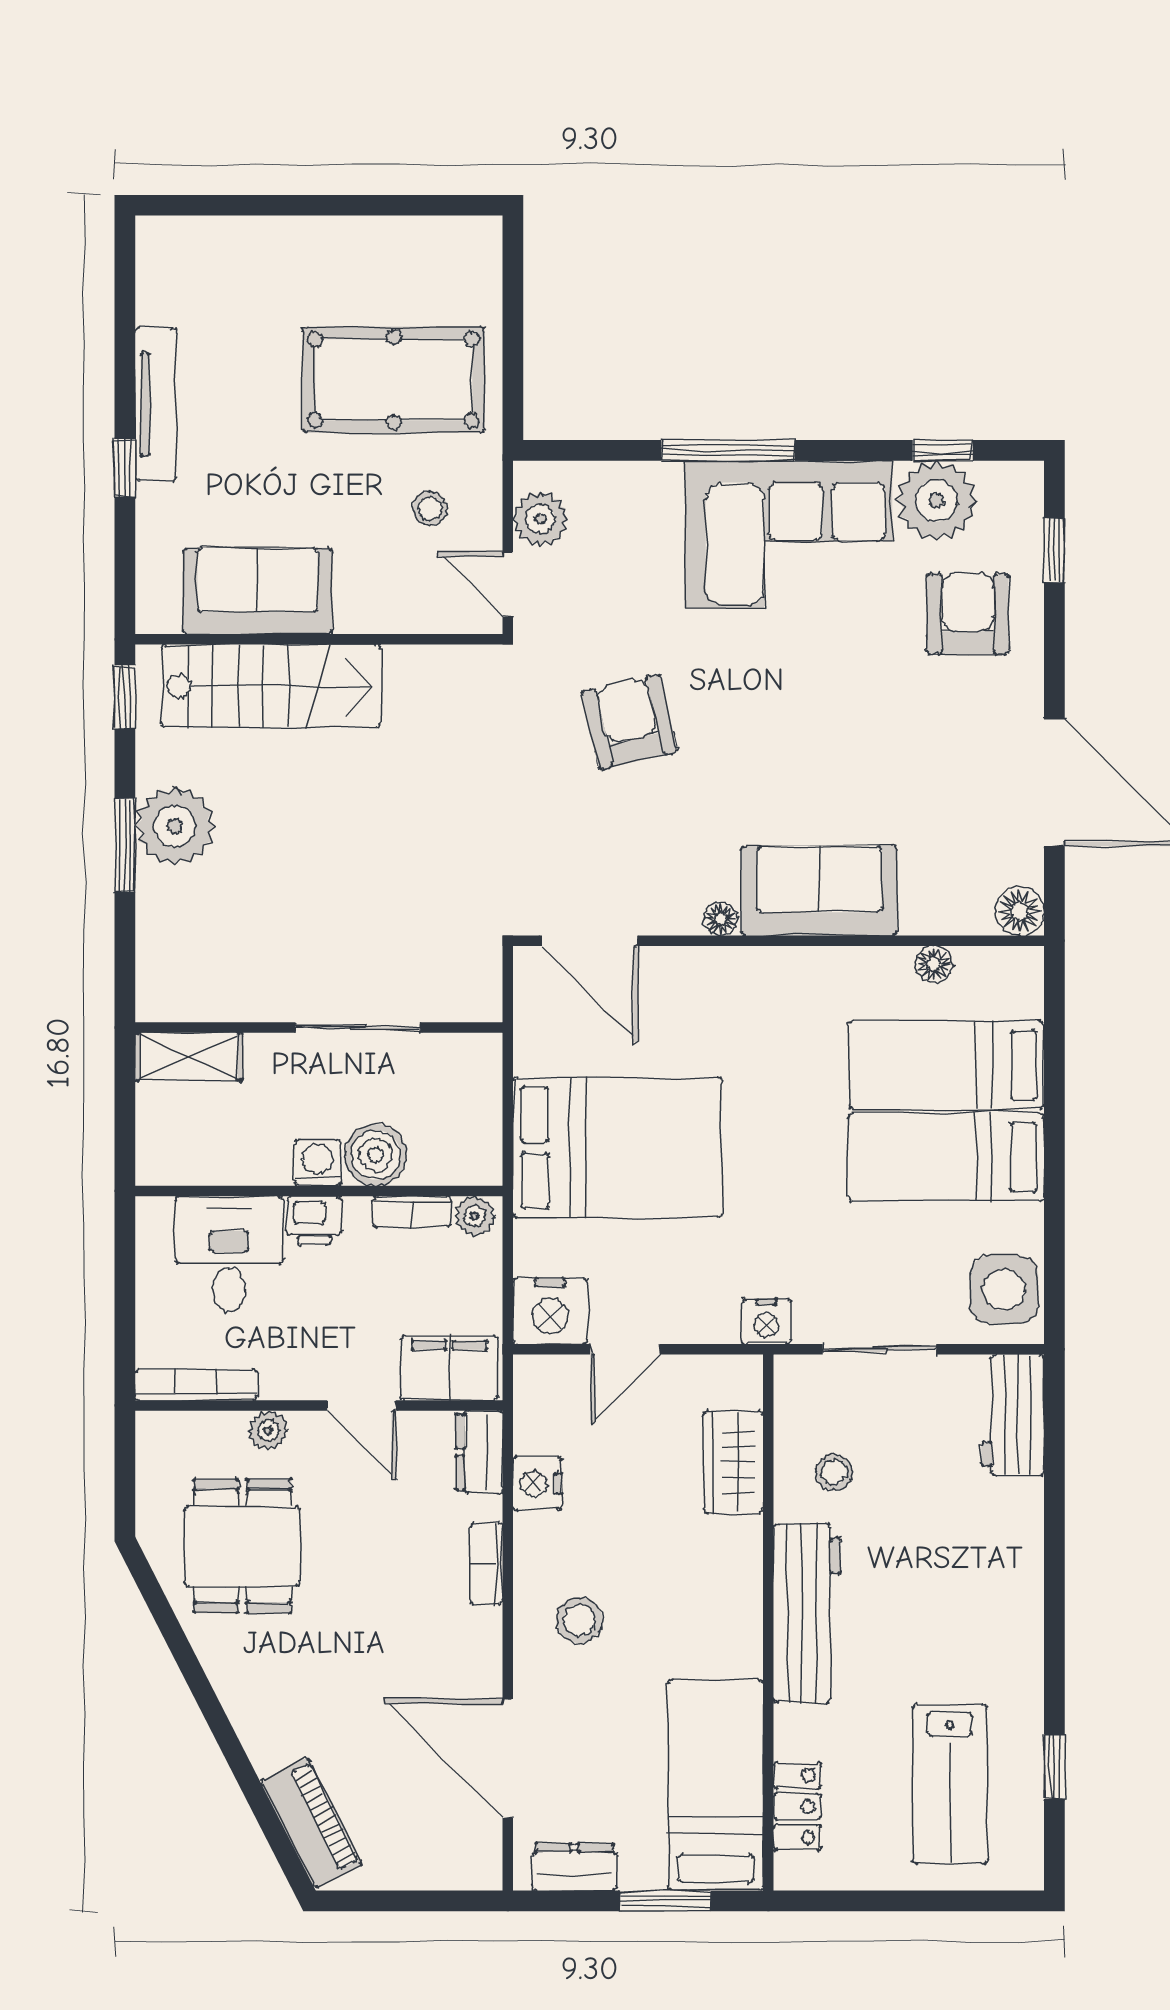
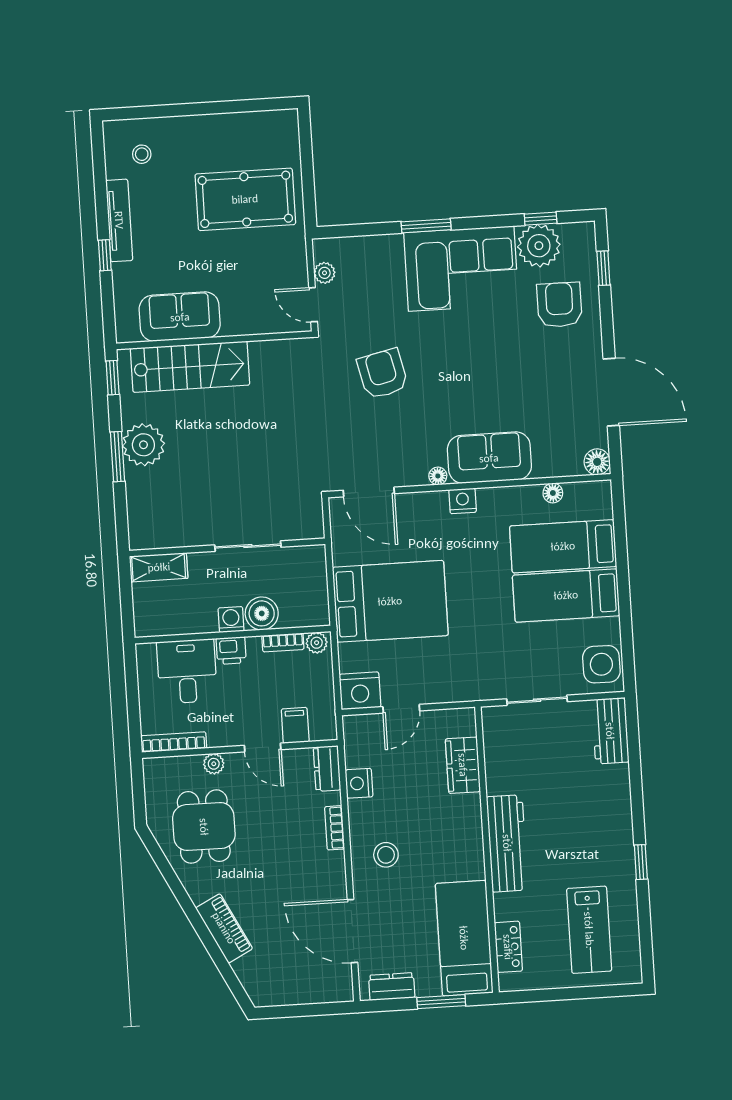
window: (728, 450) -> (426, 226), width x0.69
stool: (430, 508) -> (142, 154), moved
plant: (540, 519) -> (324, 273), width x0.73, depth x0.73
nightstand: (766, 1321) -> (463, 501), moved, turned 180
filing cabinet: (449, 1368) -> (295, 725), width x0.50
stool: (834, 1472) -> (517, 767), removed
window: (1054, 1767) -> (641, 862), moved
piano: (311, 1823) -> (224, 928), moved

